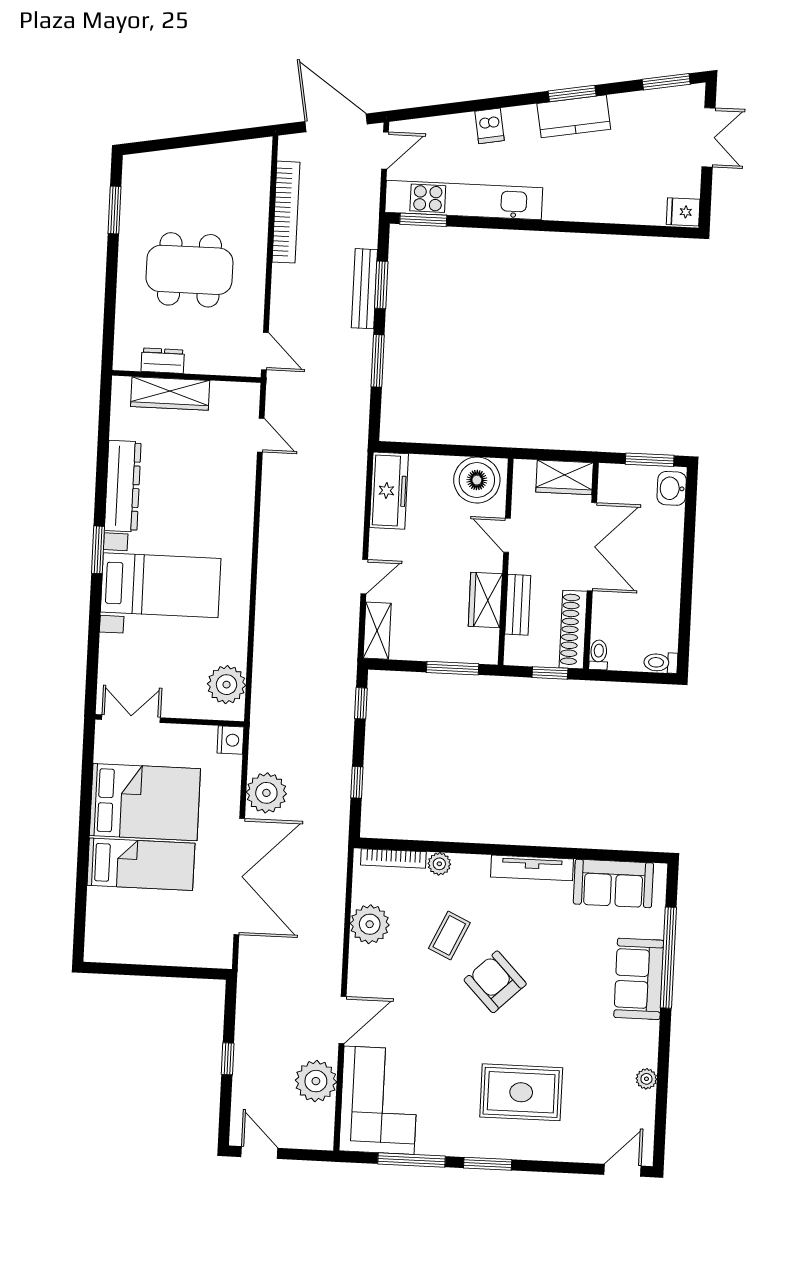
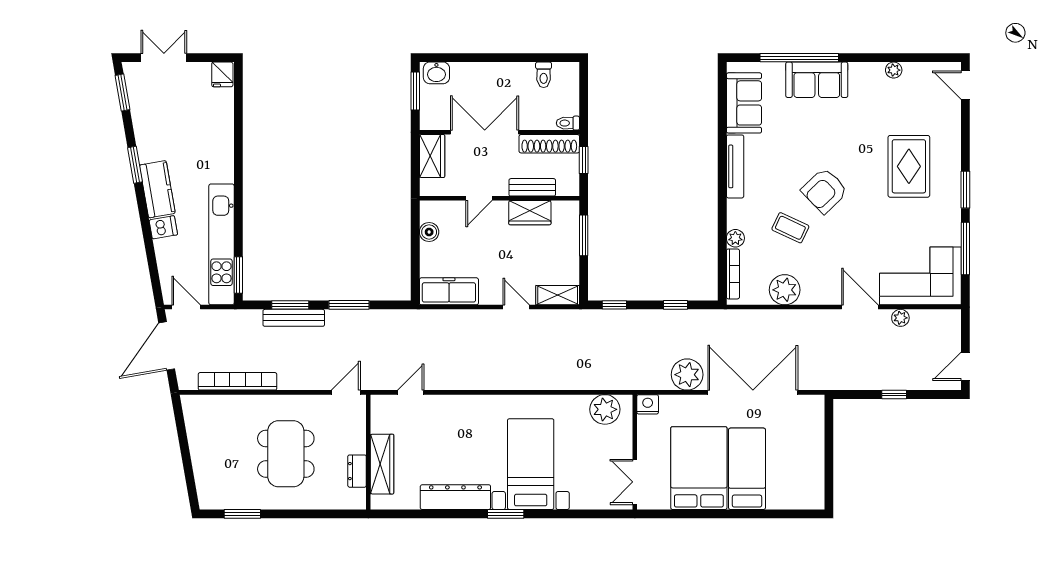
kitchen counter: (574, 116) -> (157, 189), moved
boiler: (477, 480) -> (429, 232), width x0.54, depth x0.54
toilet: (661, 663) -> (544, 75), moved
plant: (316, 1081) -> (900, 318), width x0.53, depth x0.53

